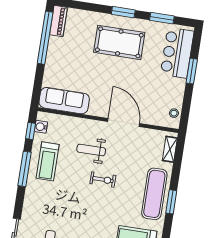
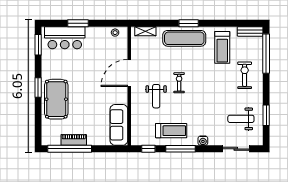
window: (162, 18) -> (38, 45), moved
piano: (58, 21) -> (74, 140), moved
pool table: (119, 42) -> (56, 99), moved
water cooler: (41, 127) -> (203, 141), moved

